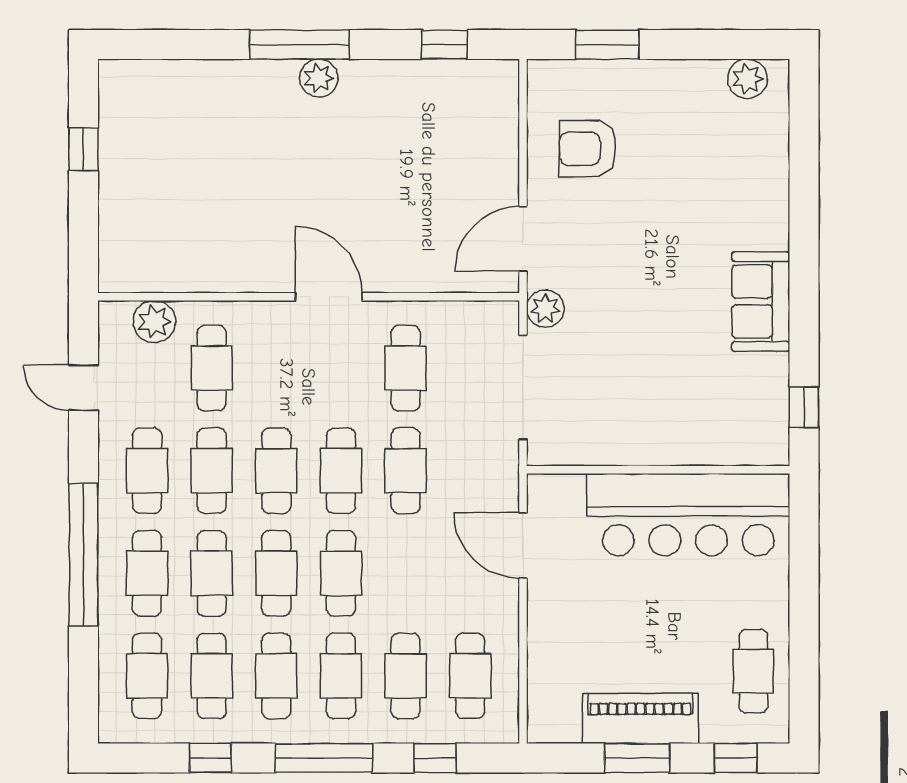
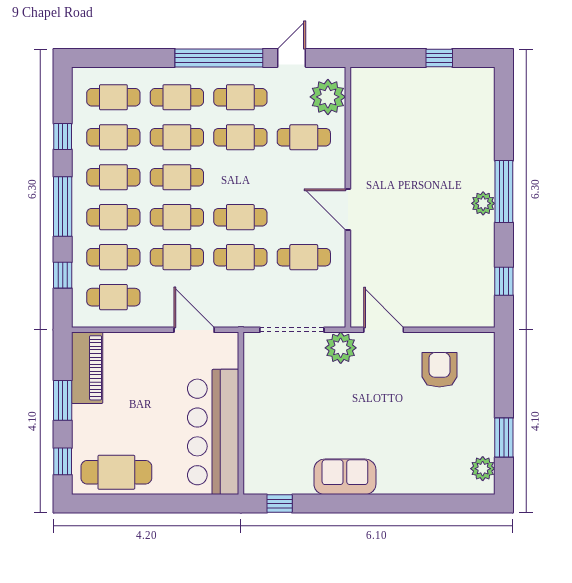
window: (607, 45) -> (504, 437), moved
door: (329, 297) -> (348, 210), swing flipped
plant: (545, 308) -> (341, 348), width x1.36, depth x1.36
plant: (154, 322) -> (328, 97), width x1.36, depth x1.36
cafe table: (276, 471) -> (177, 257), moved
door: (523, 545) -> (194, 330), hinge flipped
window: (83, 555) -> (219, 58), moved
cafe table: (753, 671) -> (116, 472), width x1.37, depth x1.35
piano: (641, 718) -> (87, 368), moved

